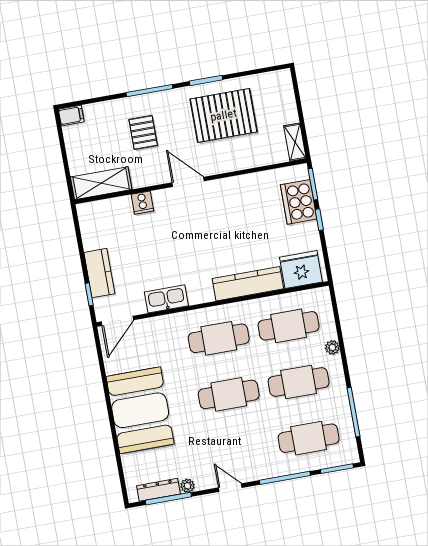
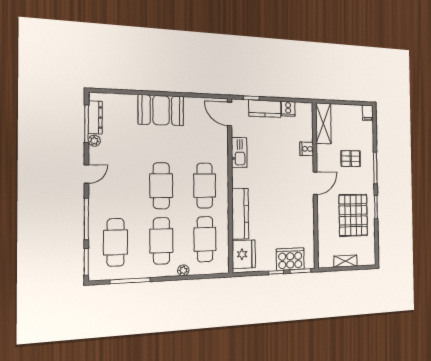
shelving: (295, 142) -> (345, 261), moved
cooker: (92, 239) -> (288, 109), added
booth: (140, 410) -> (161, 110), width x0.73, depth x0.70

